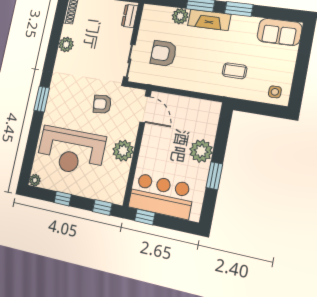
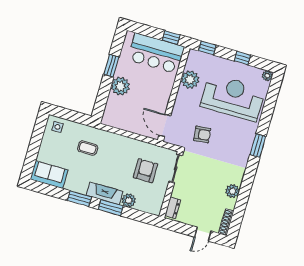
armchair: (163, 53) -> (145, 171), turned -90
plant: (123, 151) -> (190, 80), moved

